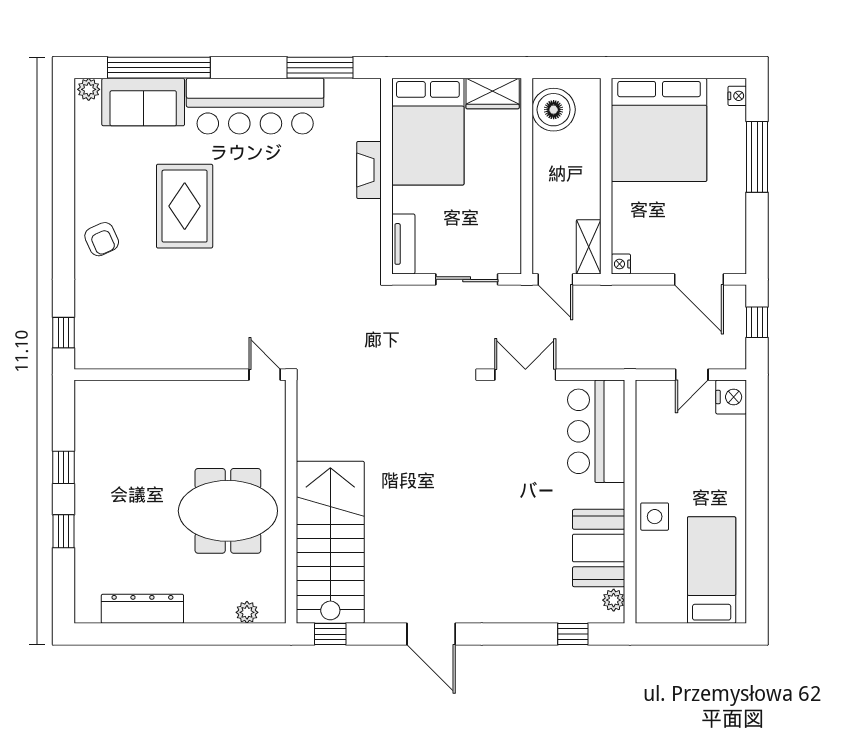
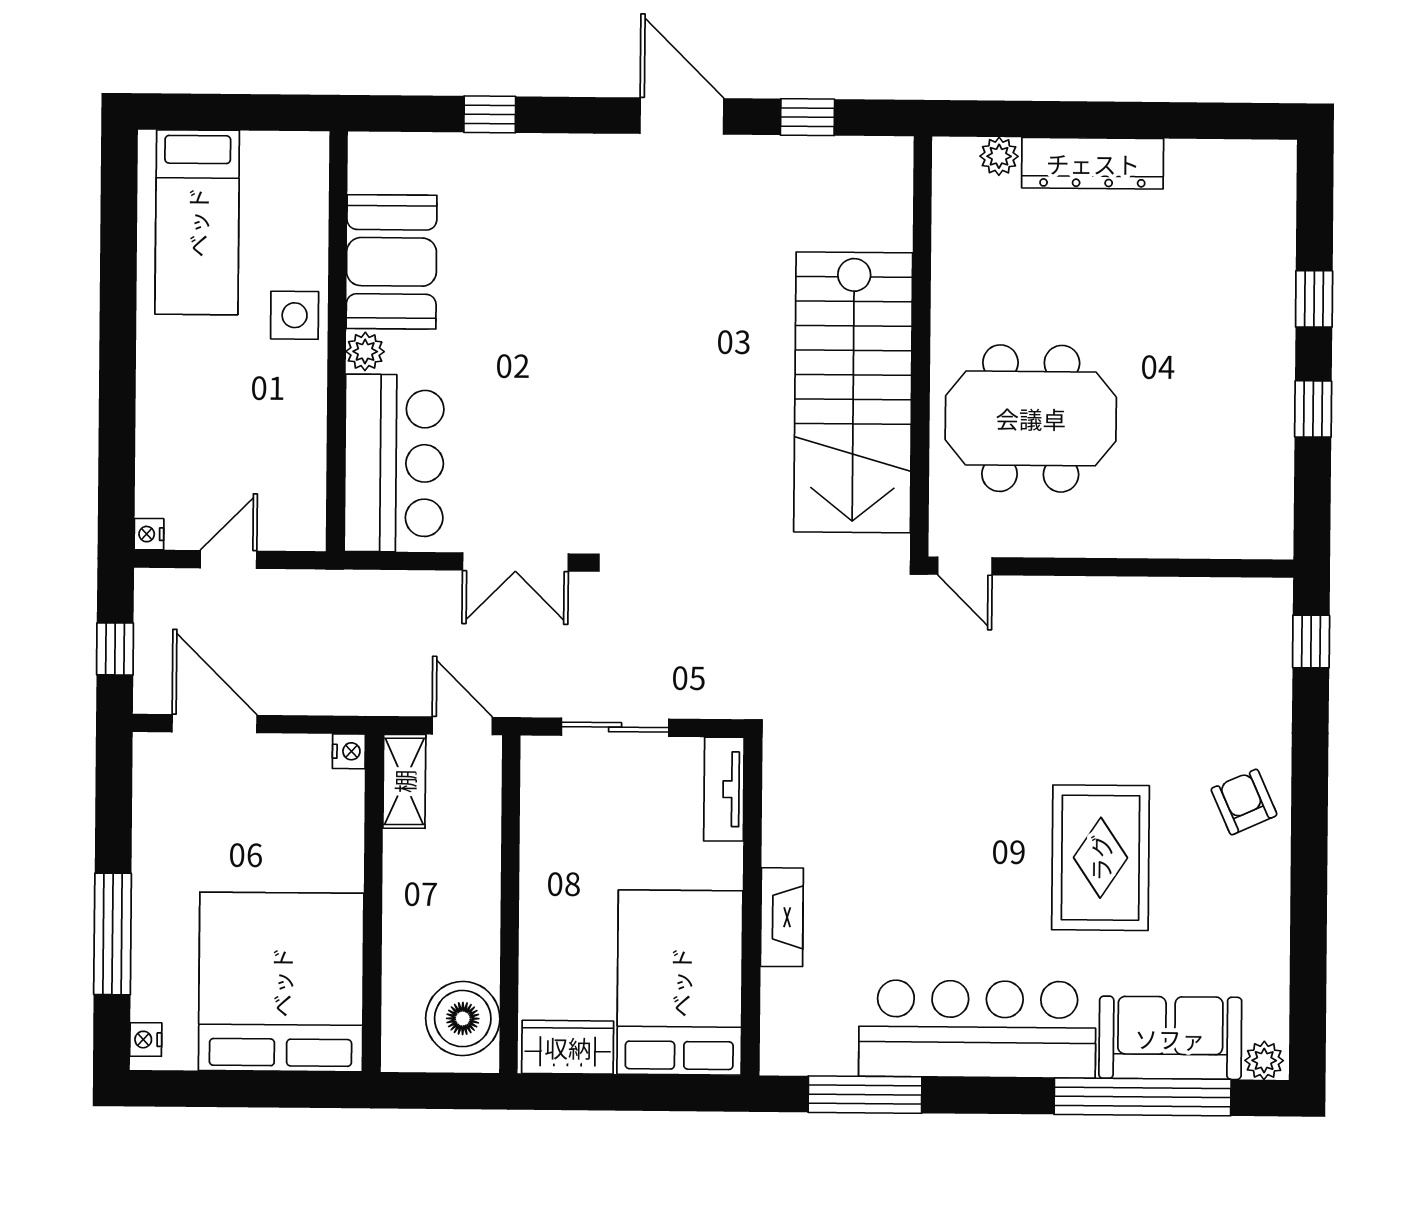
nightstand: (731, 397) -> (149, 534), width x0.53, depth x0.56
meeting table: (228, 511) -> (1031, 418), moved
stairs: (330, 542) -> (853, 392), moved
plant: (614, 600) -> (365, 351), moved
dresser: (142, 609) -> (1093, 163), moved
window: (330, 634) -> (808, 117), moved
window: (573, 634) -> (490, 114), moved

